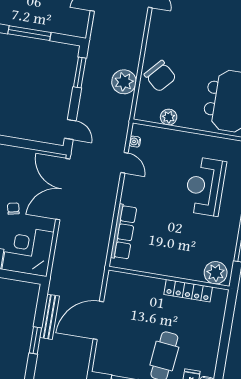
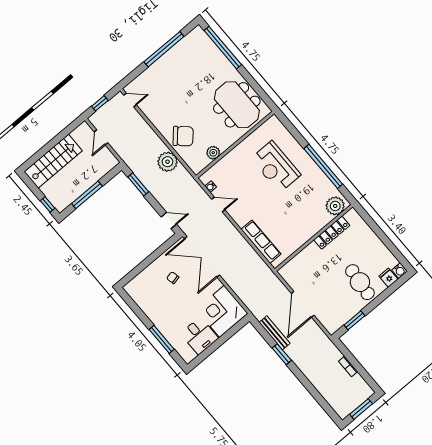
chair: (13, 209) -> (173, 278), moved

